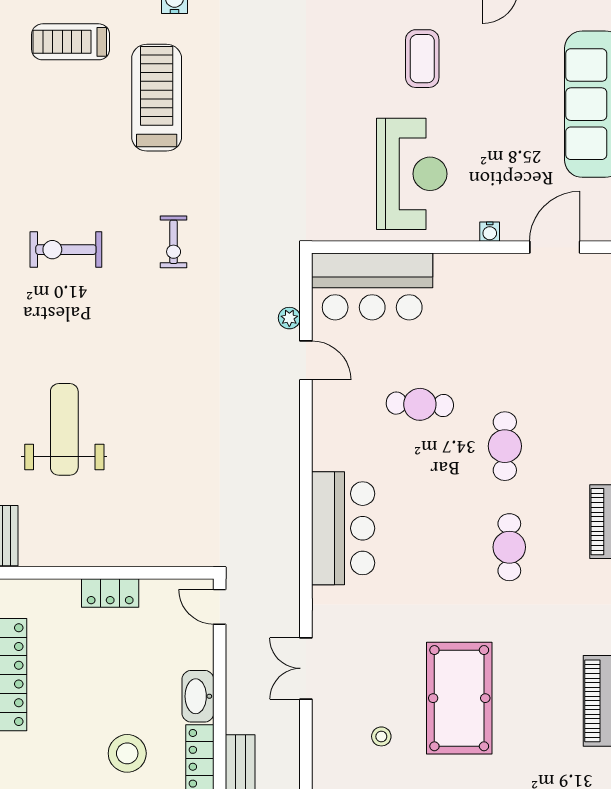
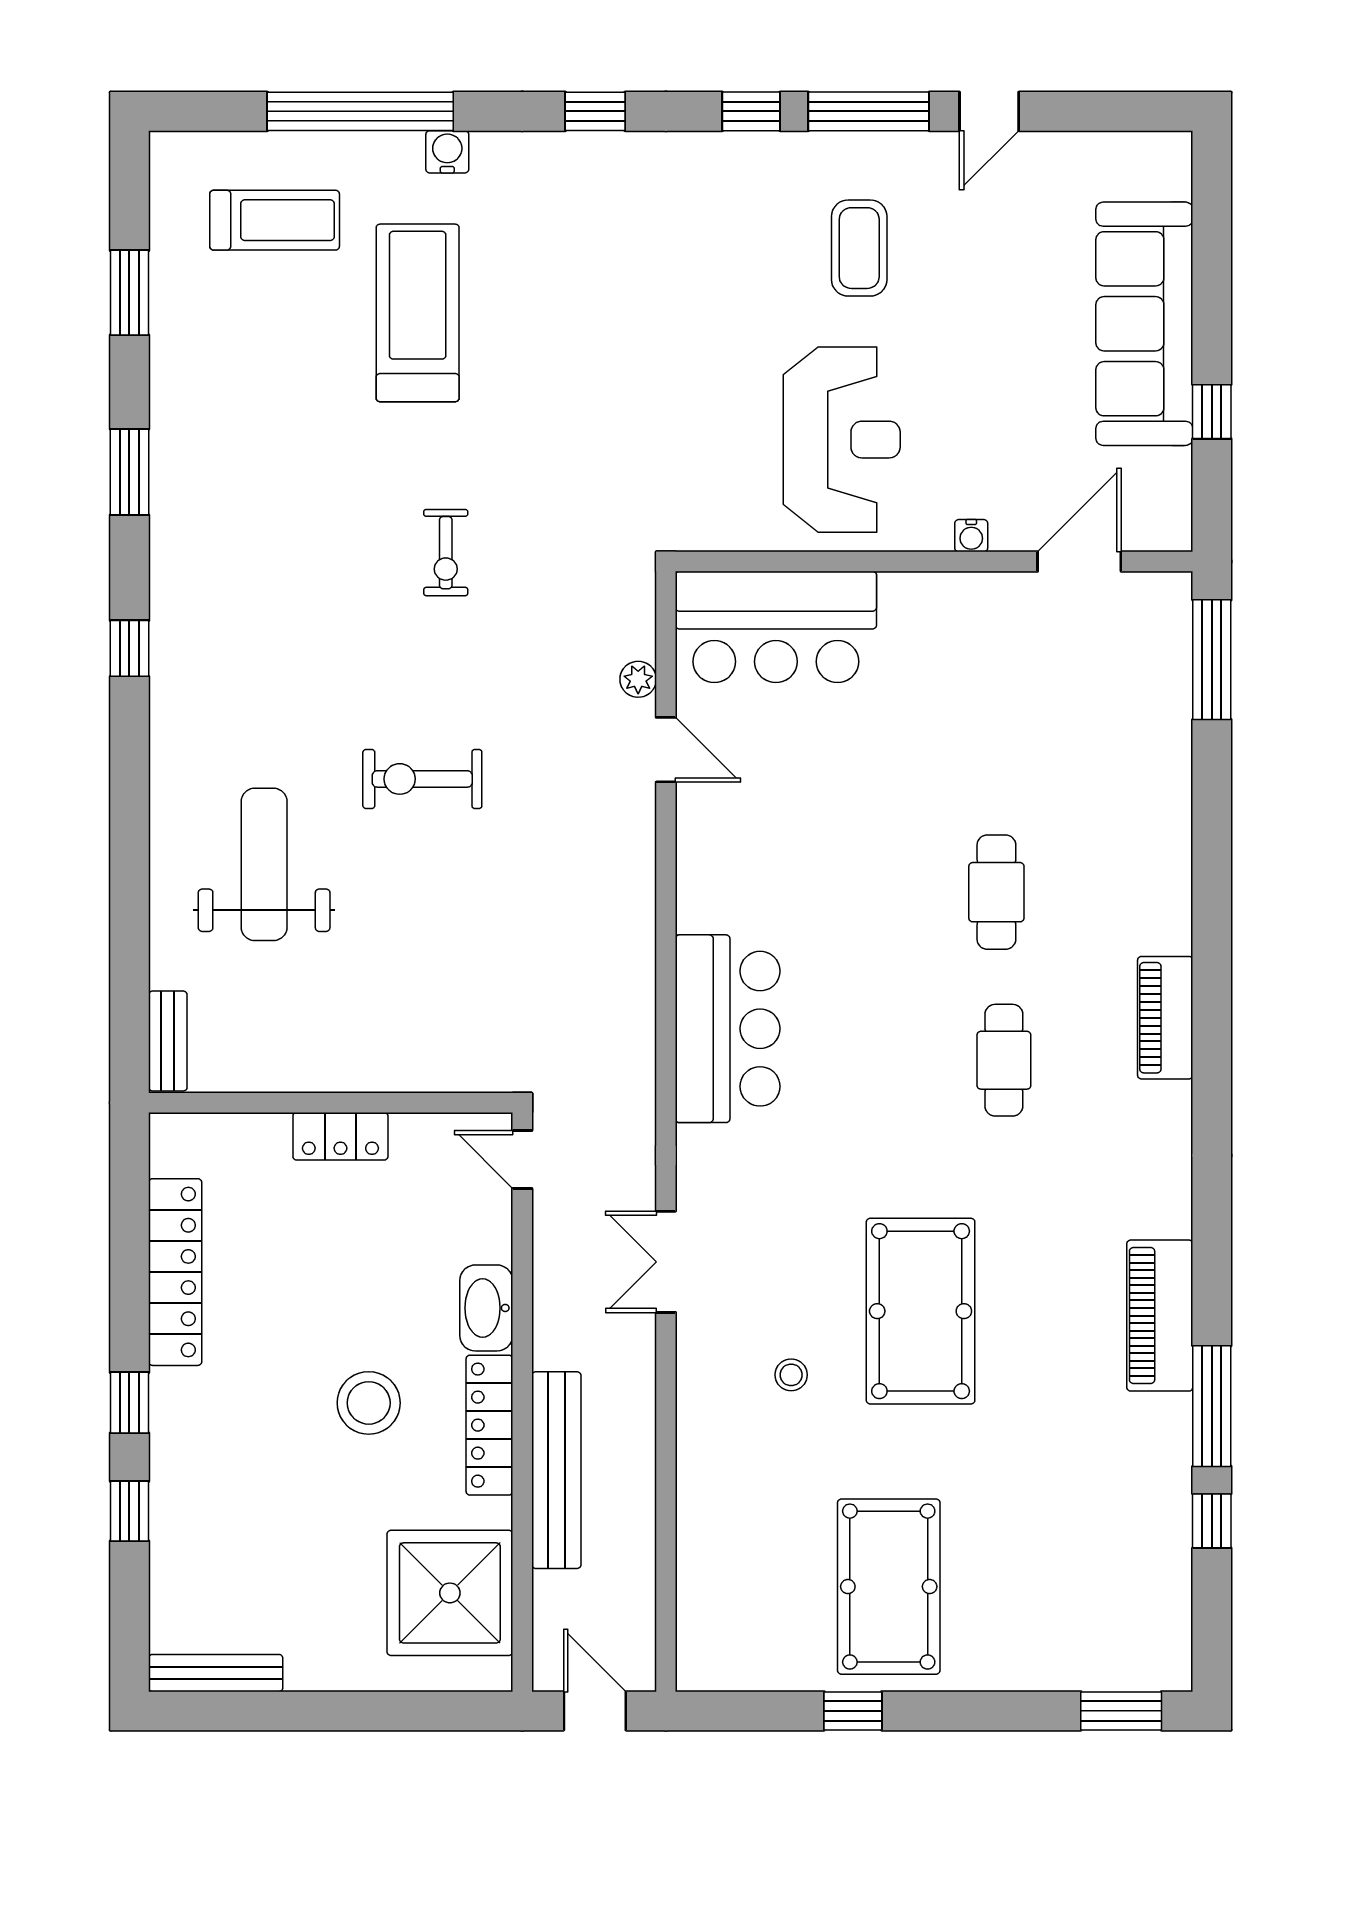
treadmill: (71, 42) -> (275, 220), turned 180
exercise bike: (66, 250) -> (422, 779), moved
cafe table: (420, 404) -> (855, 823), removed

